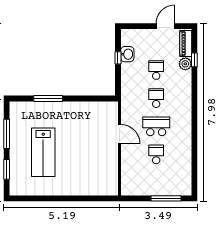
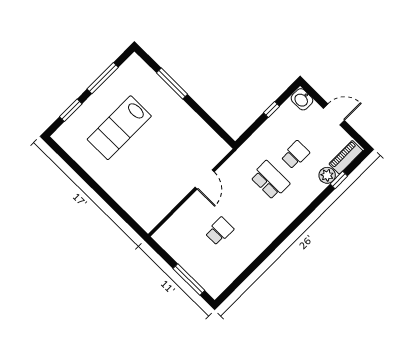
door: (165, 26) -> (334, 114), moved
washbasin: (127, 54) -> (302, 99), moved, turned 90
school desk: (156, 98) -> (270, 180), width x1.85
school desk: (156, 126) -> (245, 206), removed

